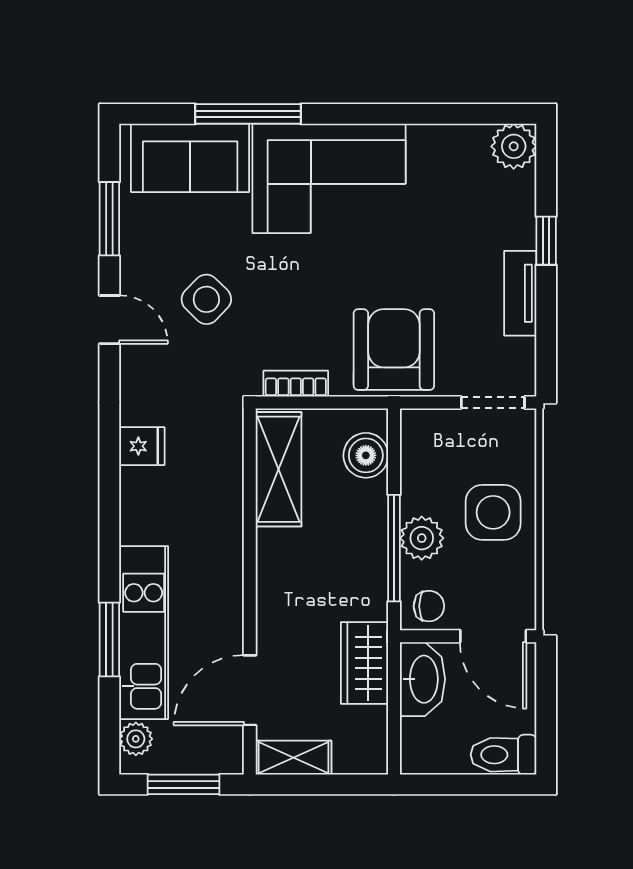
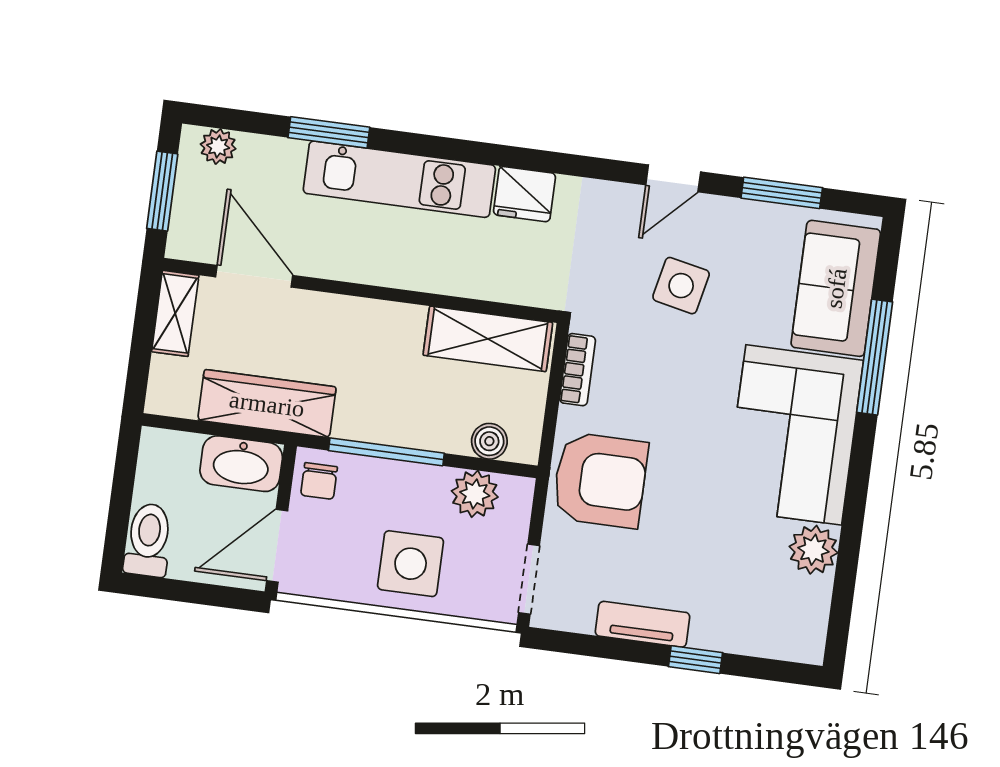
plant: (514, 146) -> (813, 550), moved
side table: (206, 299) -> (681, 286), turned -32
fridge: (142, 446) -> (525, 194), width x1.38
boiler: (366, 455) -> (489, 441), width x0.73, depth x0.73
plant: (422, 538) -> (475, 494), moved
kitchen unit: (144, 633) -> (399, 179), moved
wardrobe: (365, 663) -> (267, 404), width x1.50

